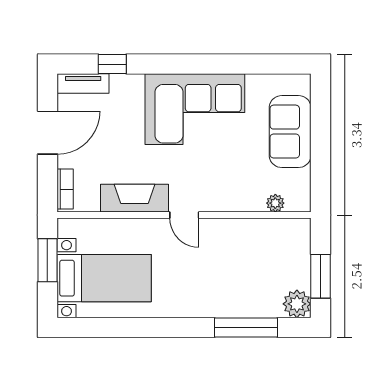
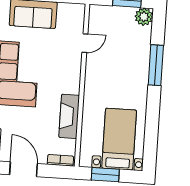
plant: (275, 203) -> (78, 26), removed
door: (184, 215) -> (85, 43), moved
window: (246, 328) -> (156, 65), moved

